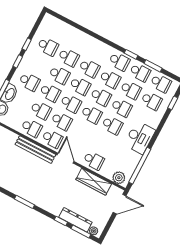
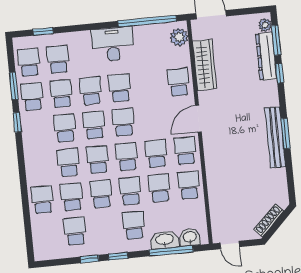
school desk: (119, 61) -> (42, 200), moved
bench: (35, 150) -> (275, 137), moved

